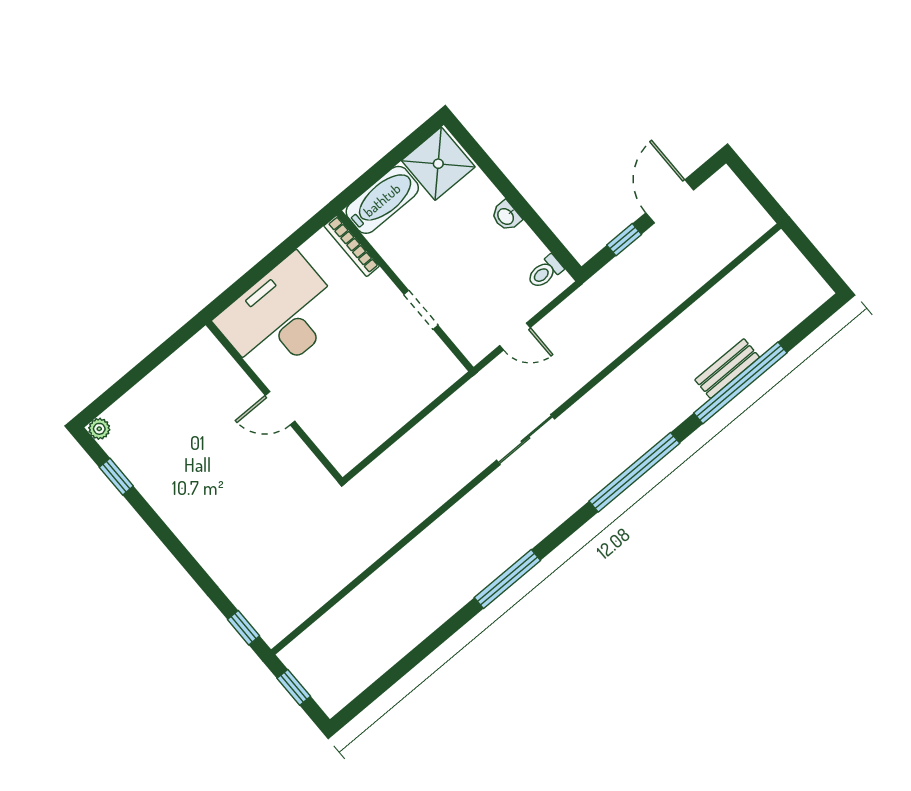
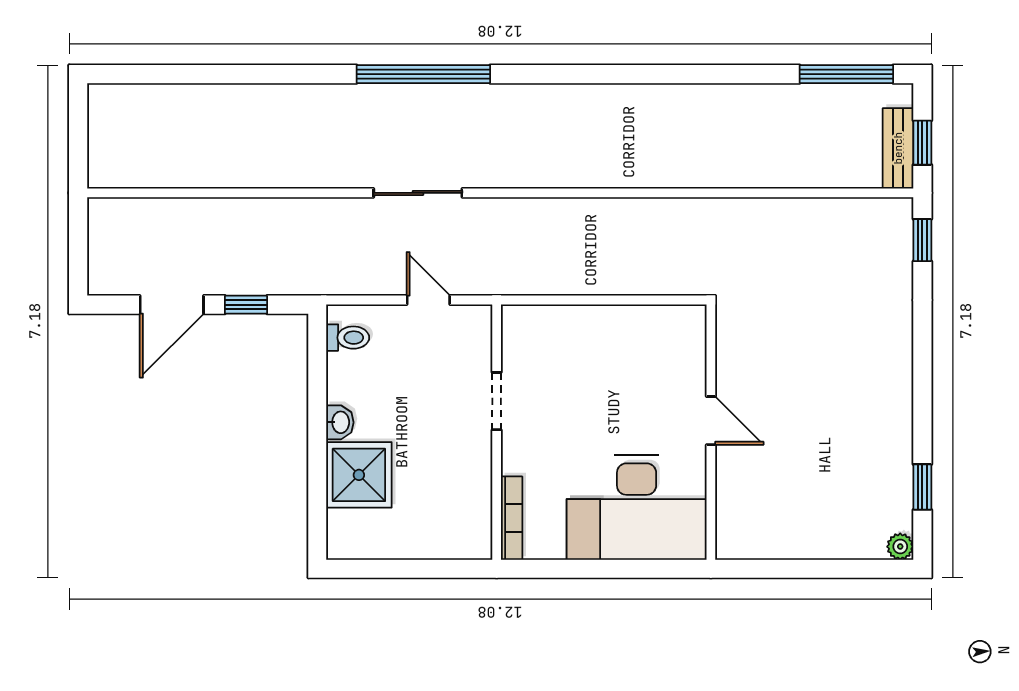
shower: (438, 164) -> (359, 475), moved
bathtub: (382, 200) -> (445, 538), removed
bench: (727, 369) -> (898, 148), moved, turned 90
window: (740, 383) -> (250, 74), removed
sliding door: (525, 440) -> (418, 193), moved
window: (507, 579) -> (846, 74), moved

